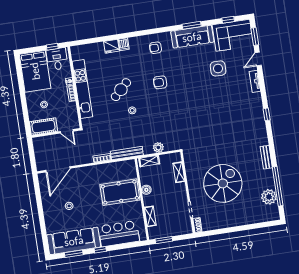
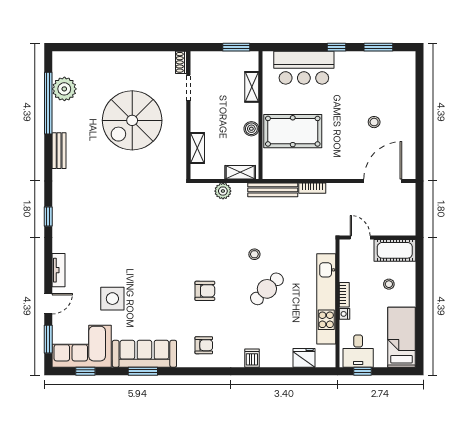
fridge: (111, 46) -> (304, 358), moved
bed: (35, 71) -> (402, 337), width x0.67
sofa: (74, 241) -> (375, 67), removed

